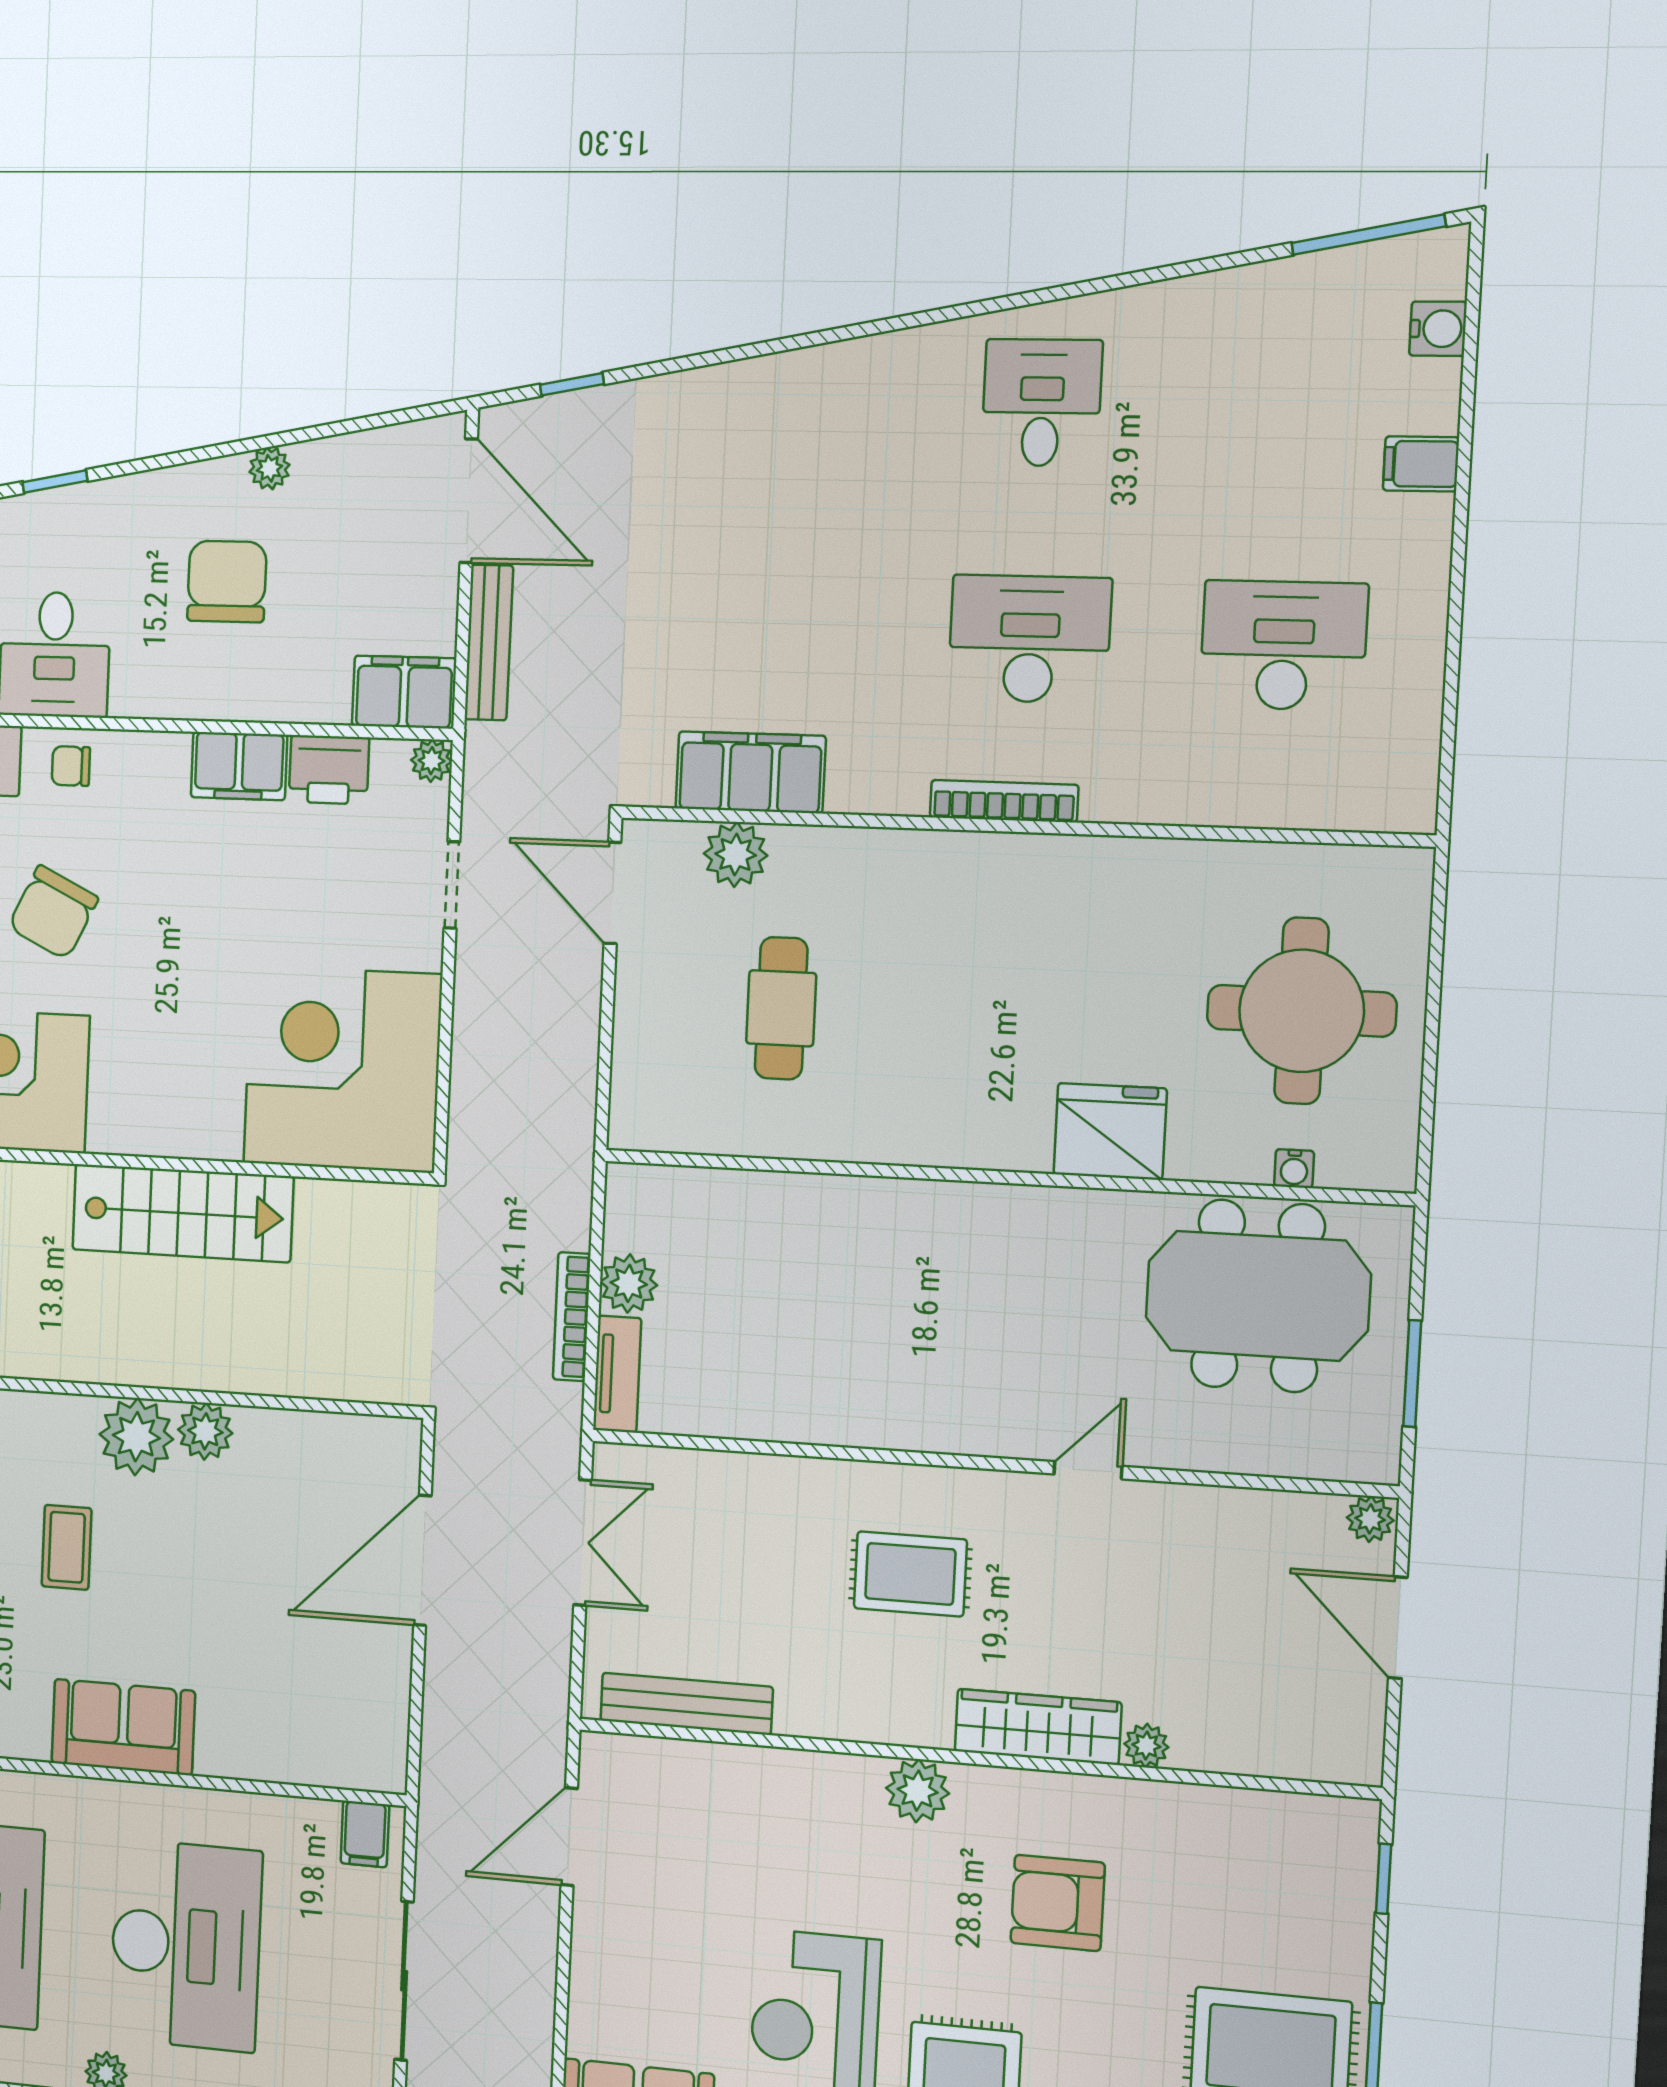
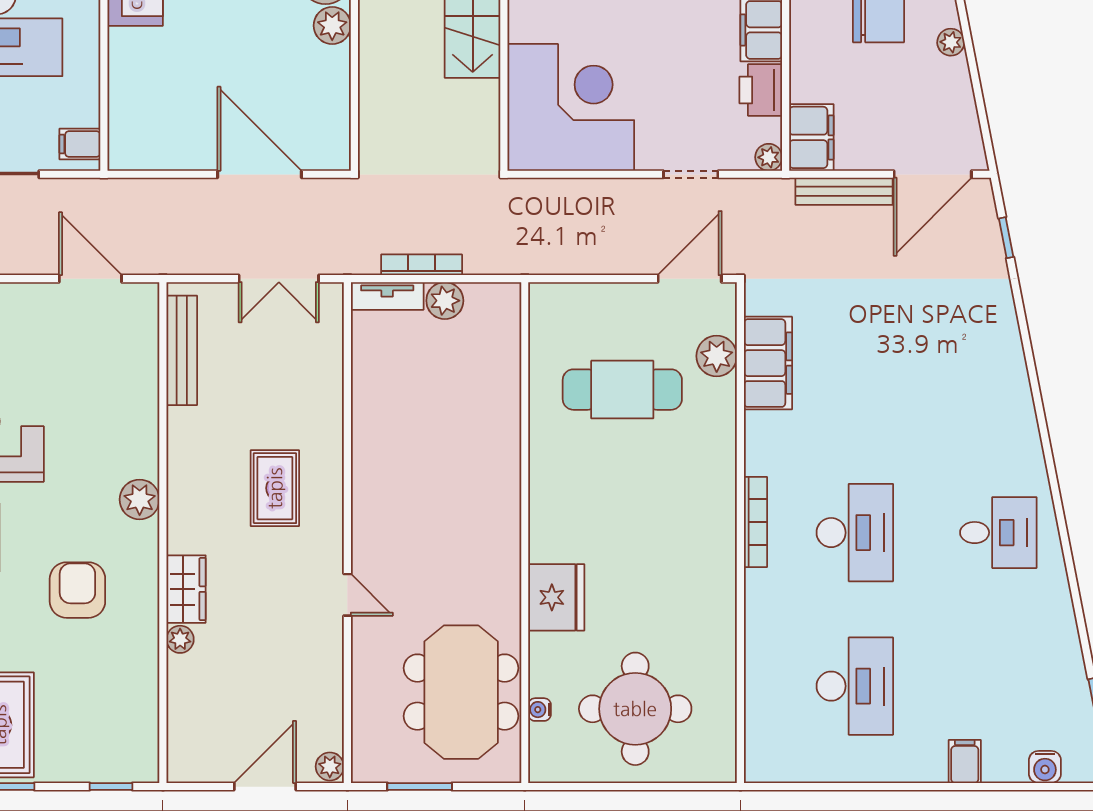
cafe table: (781, 1008) -> (622, 390), width x1.37, depth x1.35
wardrobe: (1038, 1727) -> (186, 589), width x0.67

